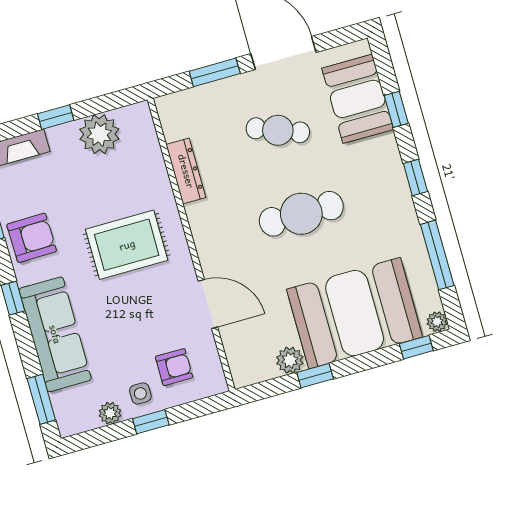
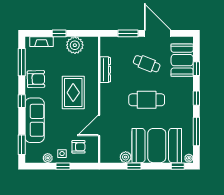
rug: (127, 245) -> (73, 93), turned 90
door: (208, 304) -> (99, 125), swing flipped

